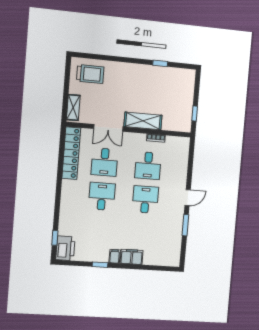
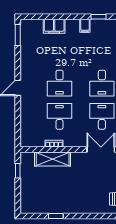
shelving: (143, 121) -> (53, 159), moved
window: (185, 225) -> (18, 35), moved
filing cabinet: (132, 257) -> (54, 26), moved

